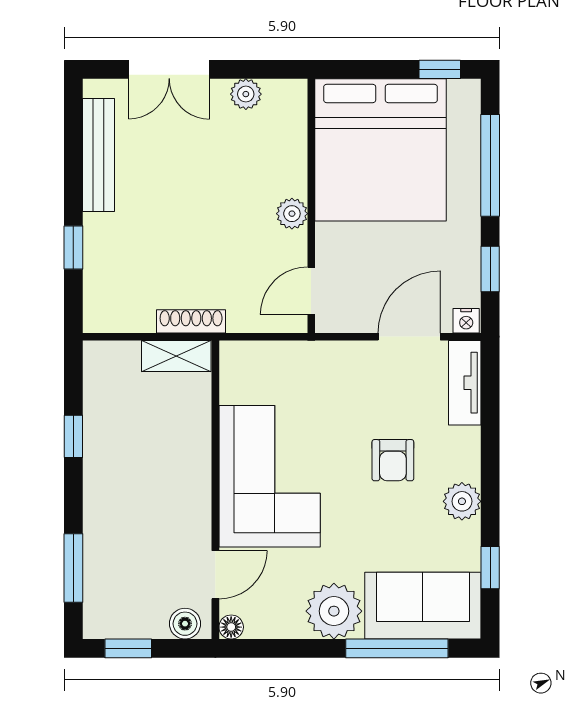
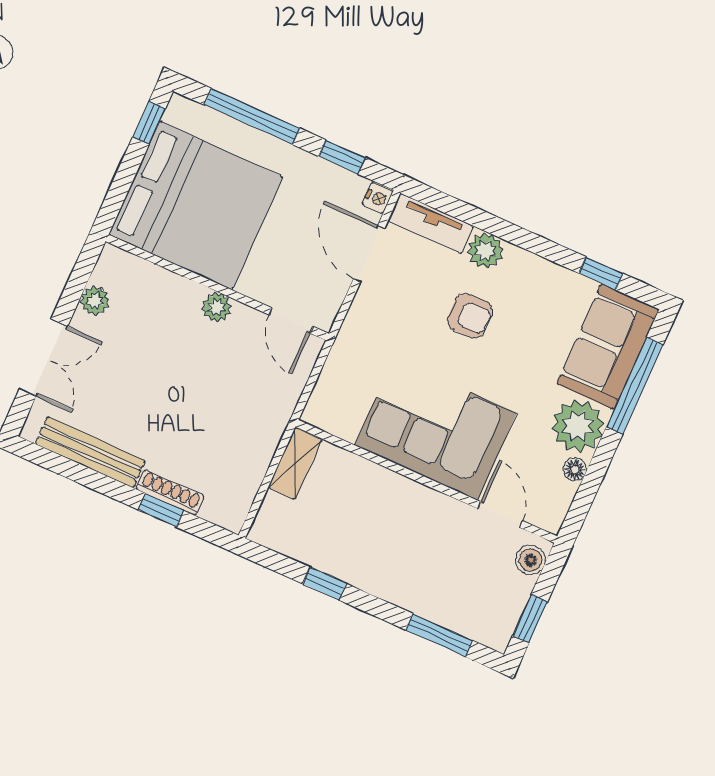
shoe rack: (191, 321) -> (170, 493), moved, turned 90
plant: (462, 501) -> (485, 251), moved
floor lamp: (231, 627) -> (575, 469), moved

